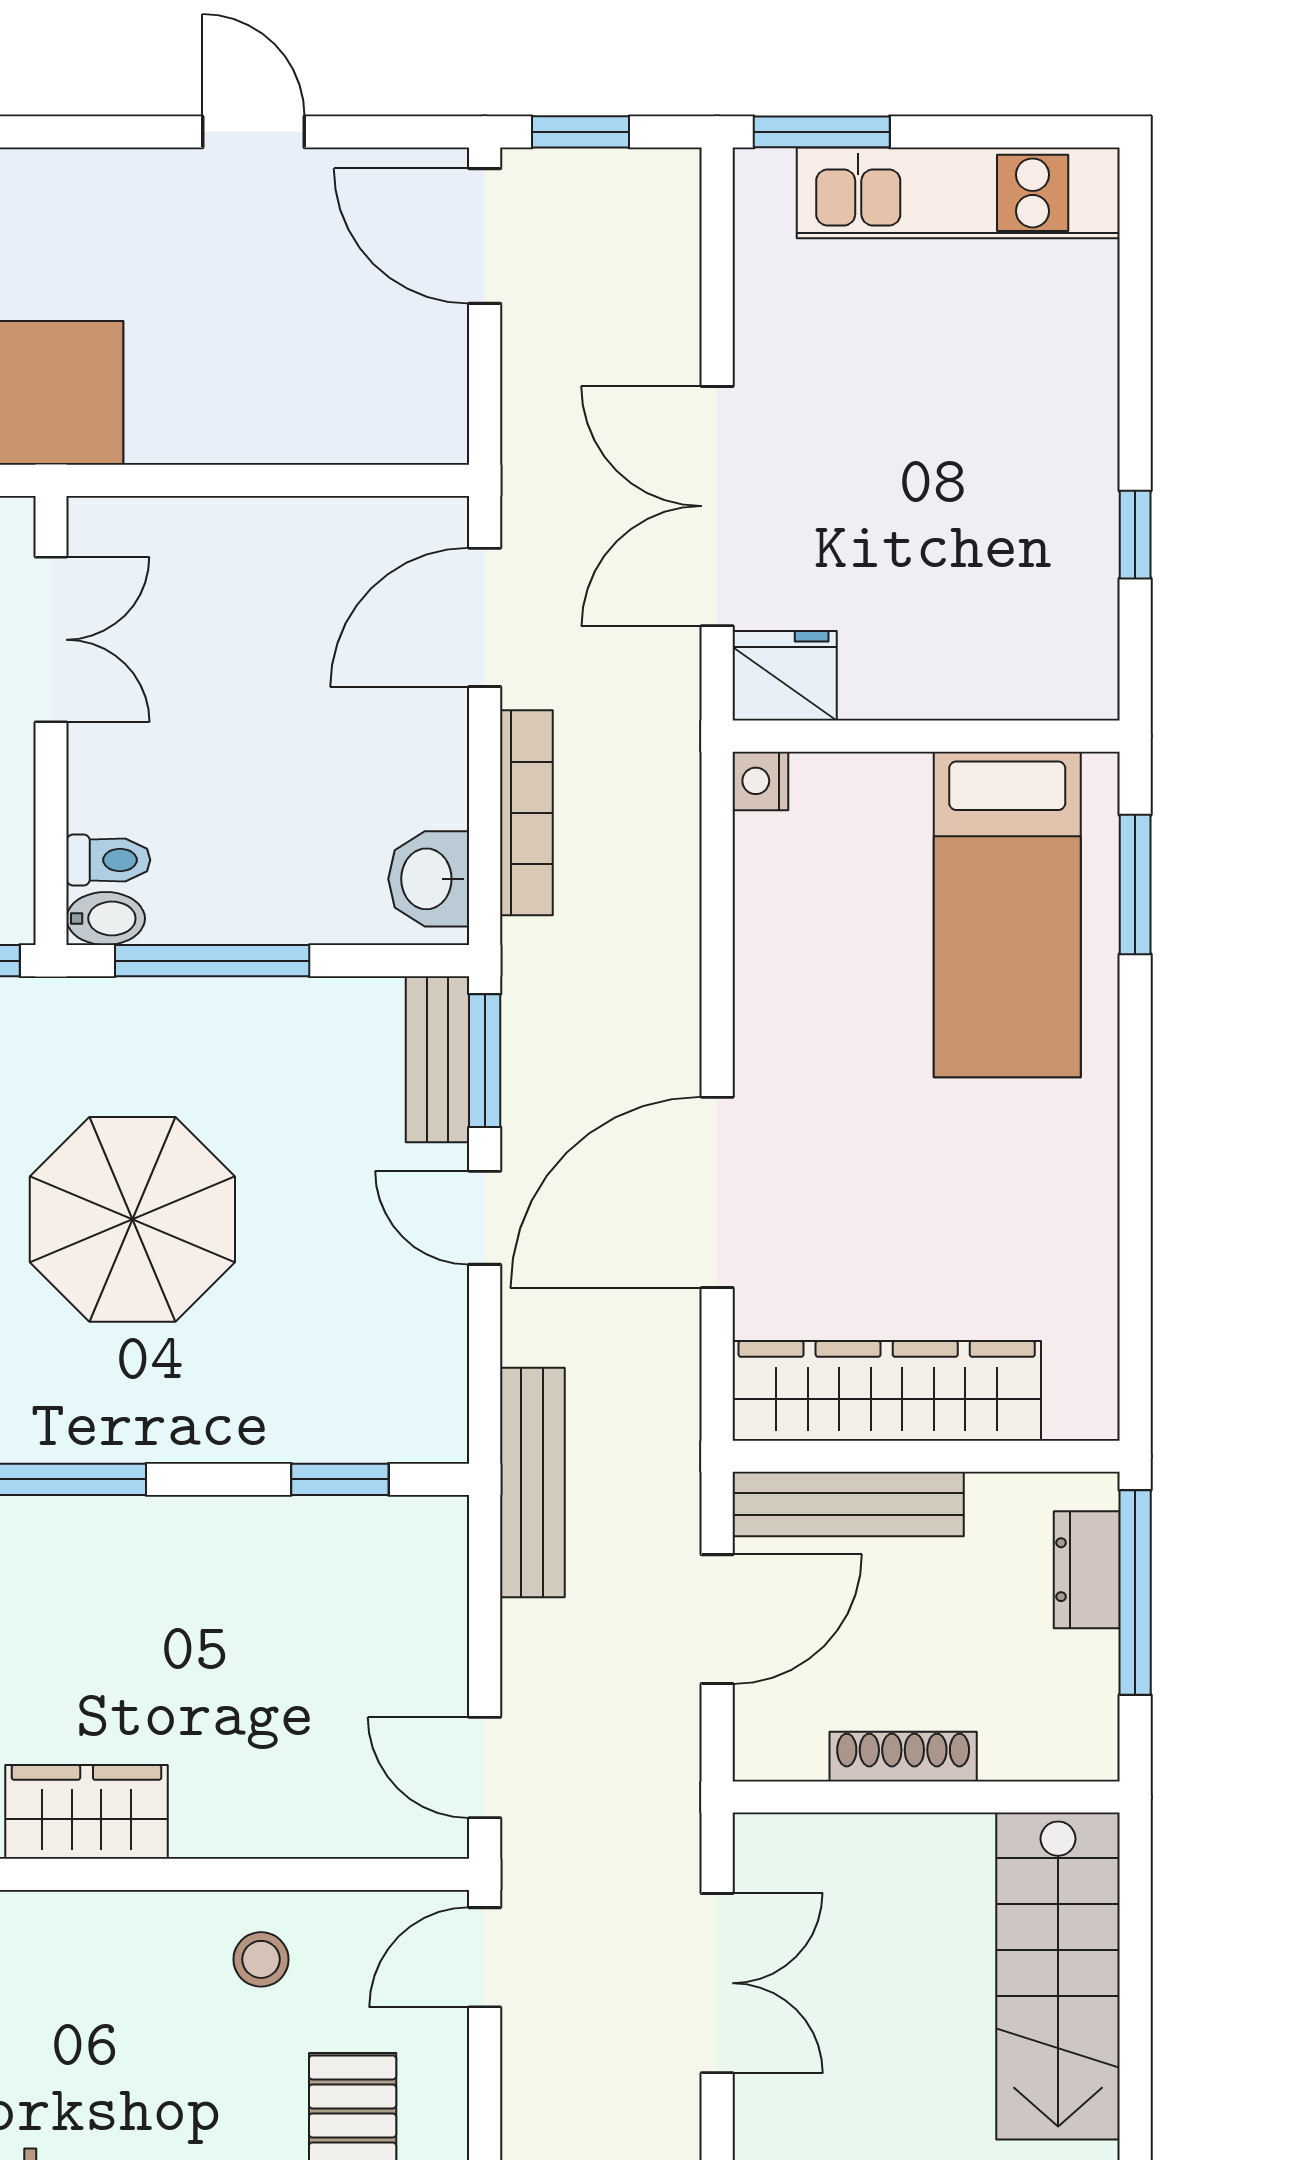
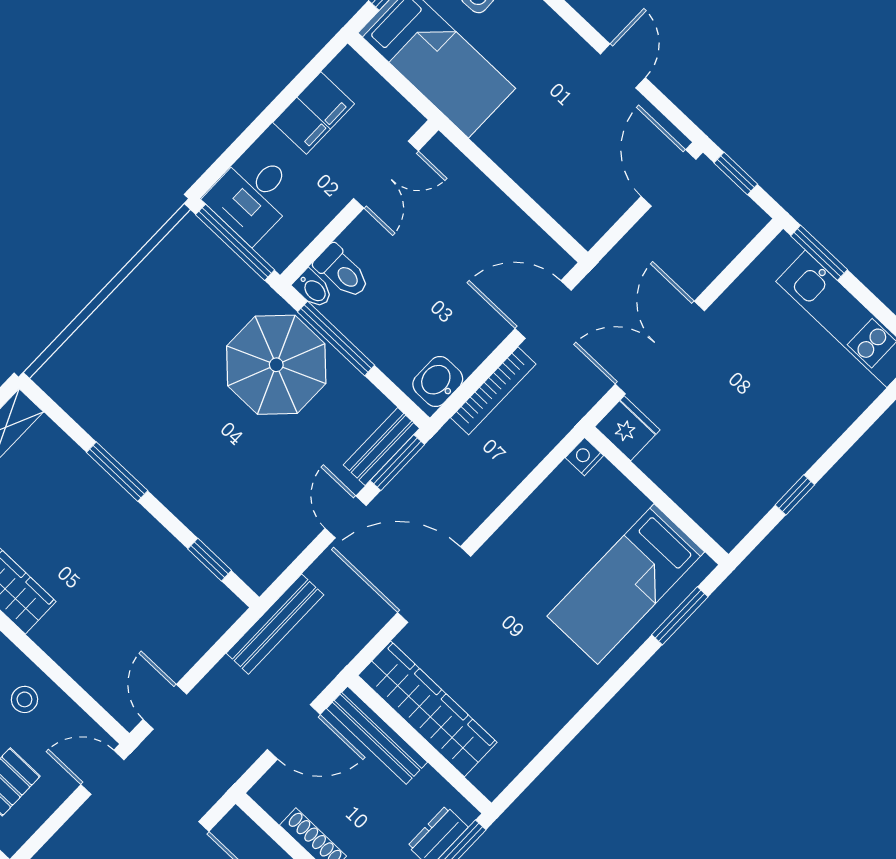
toilet: (108, 860) -> (342, 272), width x1.37, depth x1.39
parasol: (132, 1219) -> (276, 365), moved

